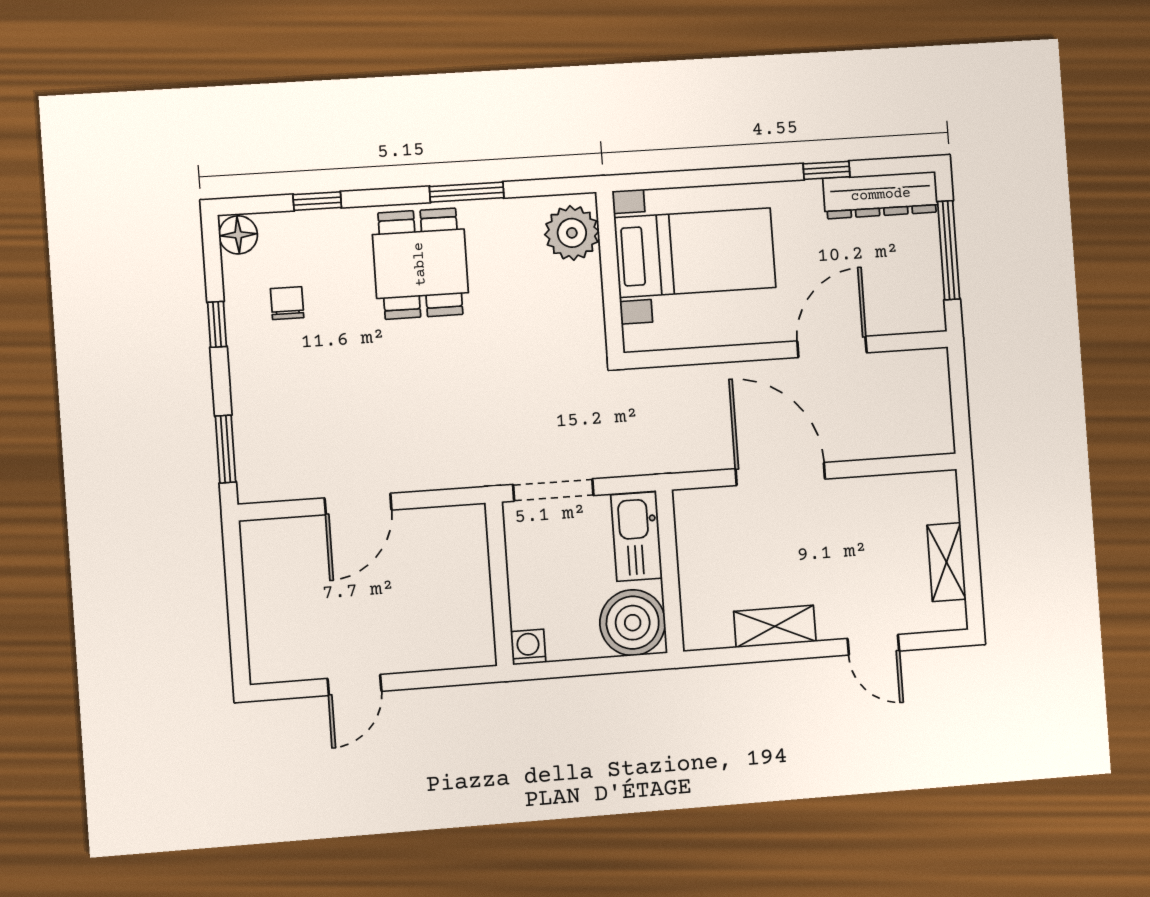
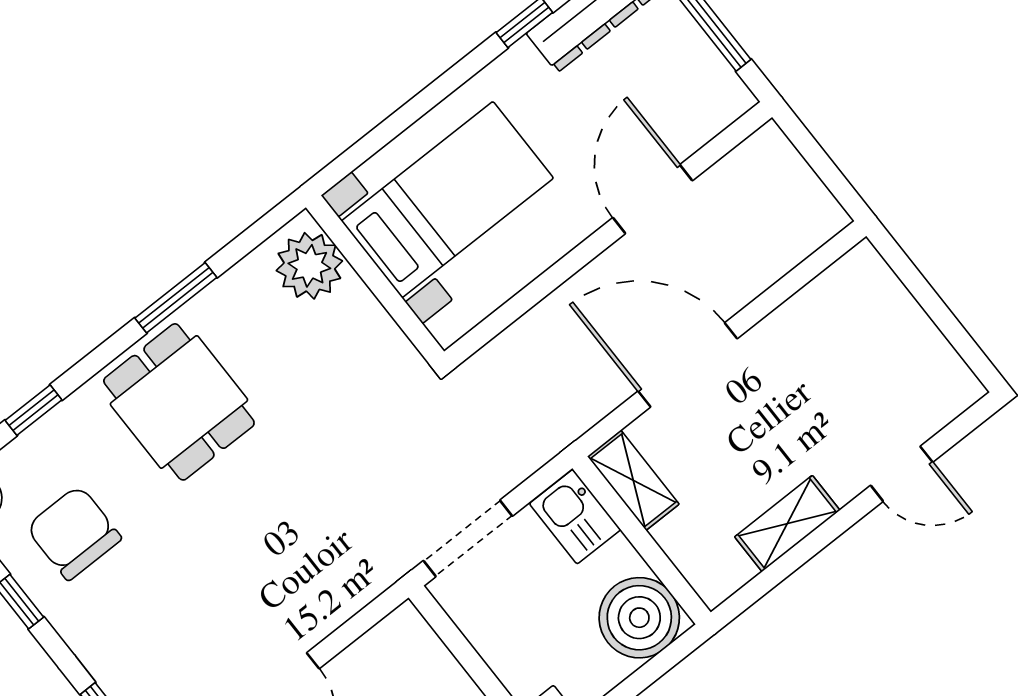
chair: (287, 303) -> (74, 533), width x1.87, depth x1.87
kitchen sink: (637, 536) -> (575, 517), width x0.73
shelving: (946, 562) -> (633, 480), moved

